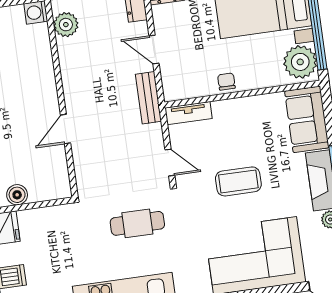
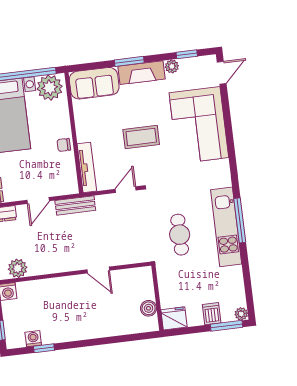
tv unit: (189, 113) -> (87, 167), width x1.41
coffee table: (238, 181) -> (141, 137), turned 90
cafe table: (137, 223) -> (180, 235), moved

